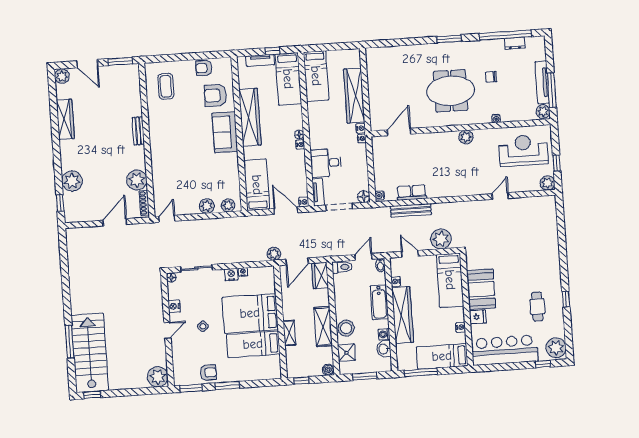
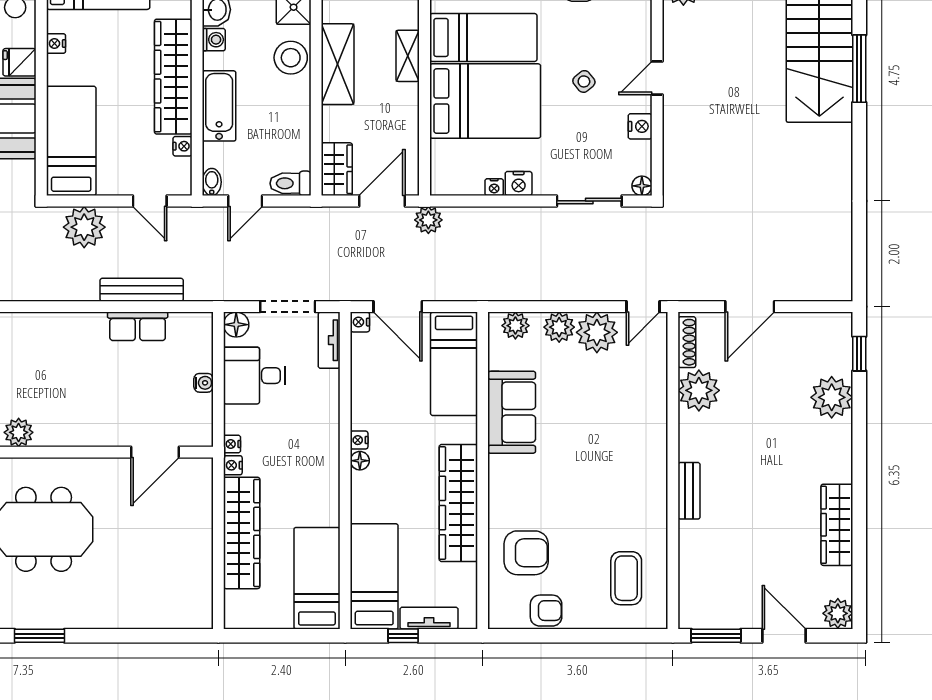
sofa: (225, 132) -> (512, 412), moved
desk: (326, 163) -> (254, 376), moved, turned 180
water cooler: (380, 196) -> (204, 383), moved
plant: (188, 205) -> (597, 332), added

